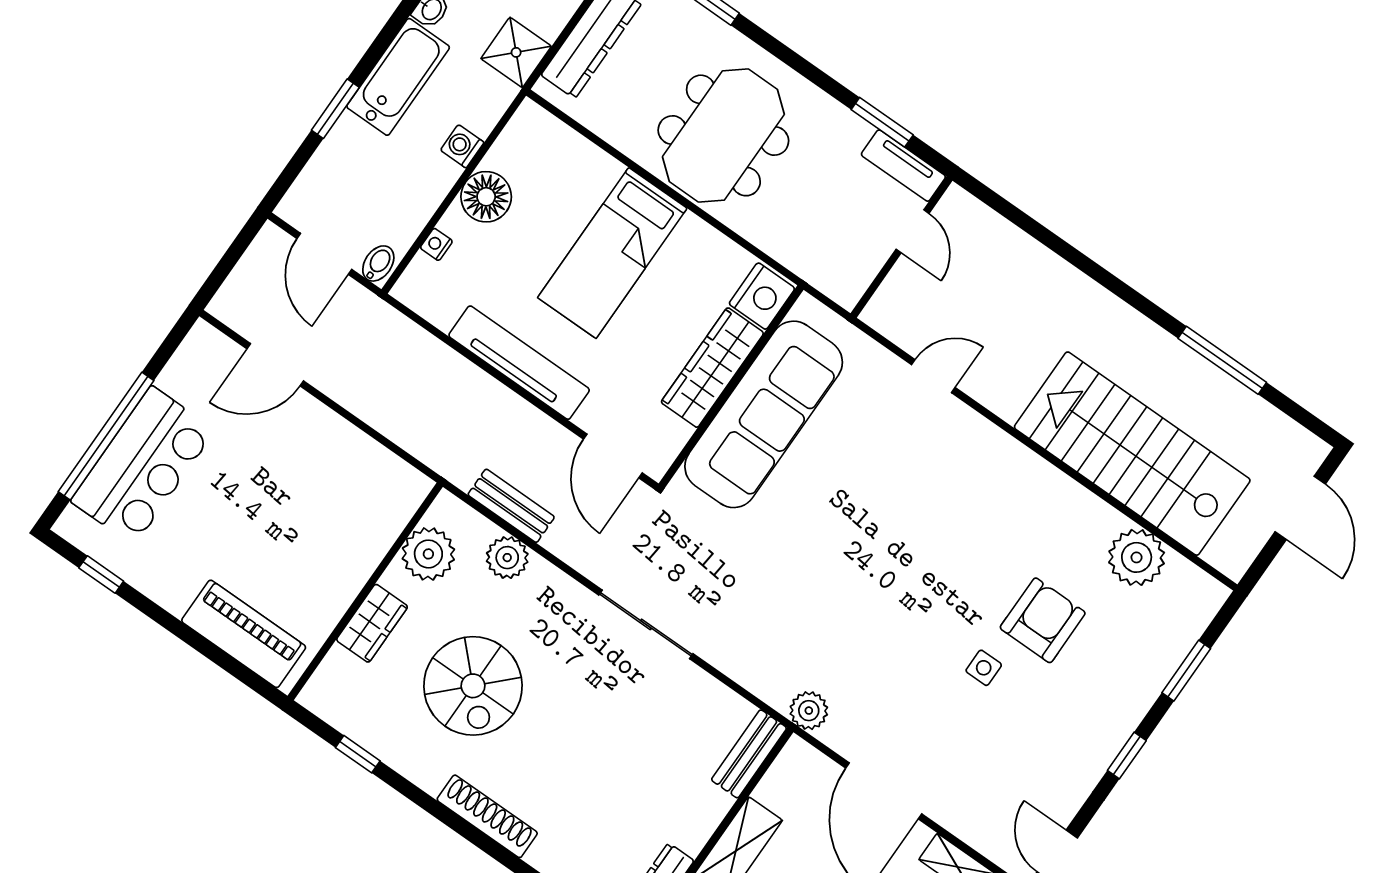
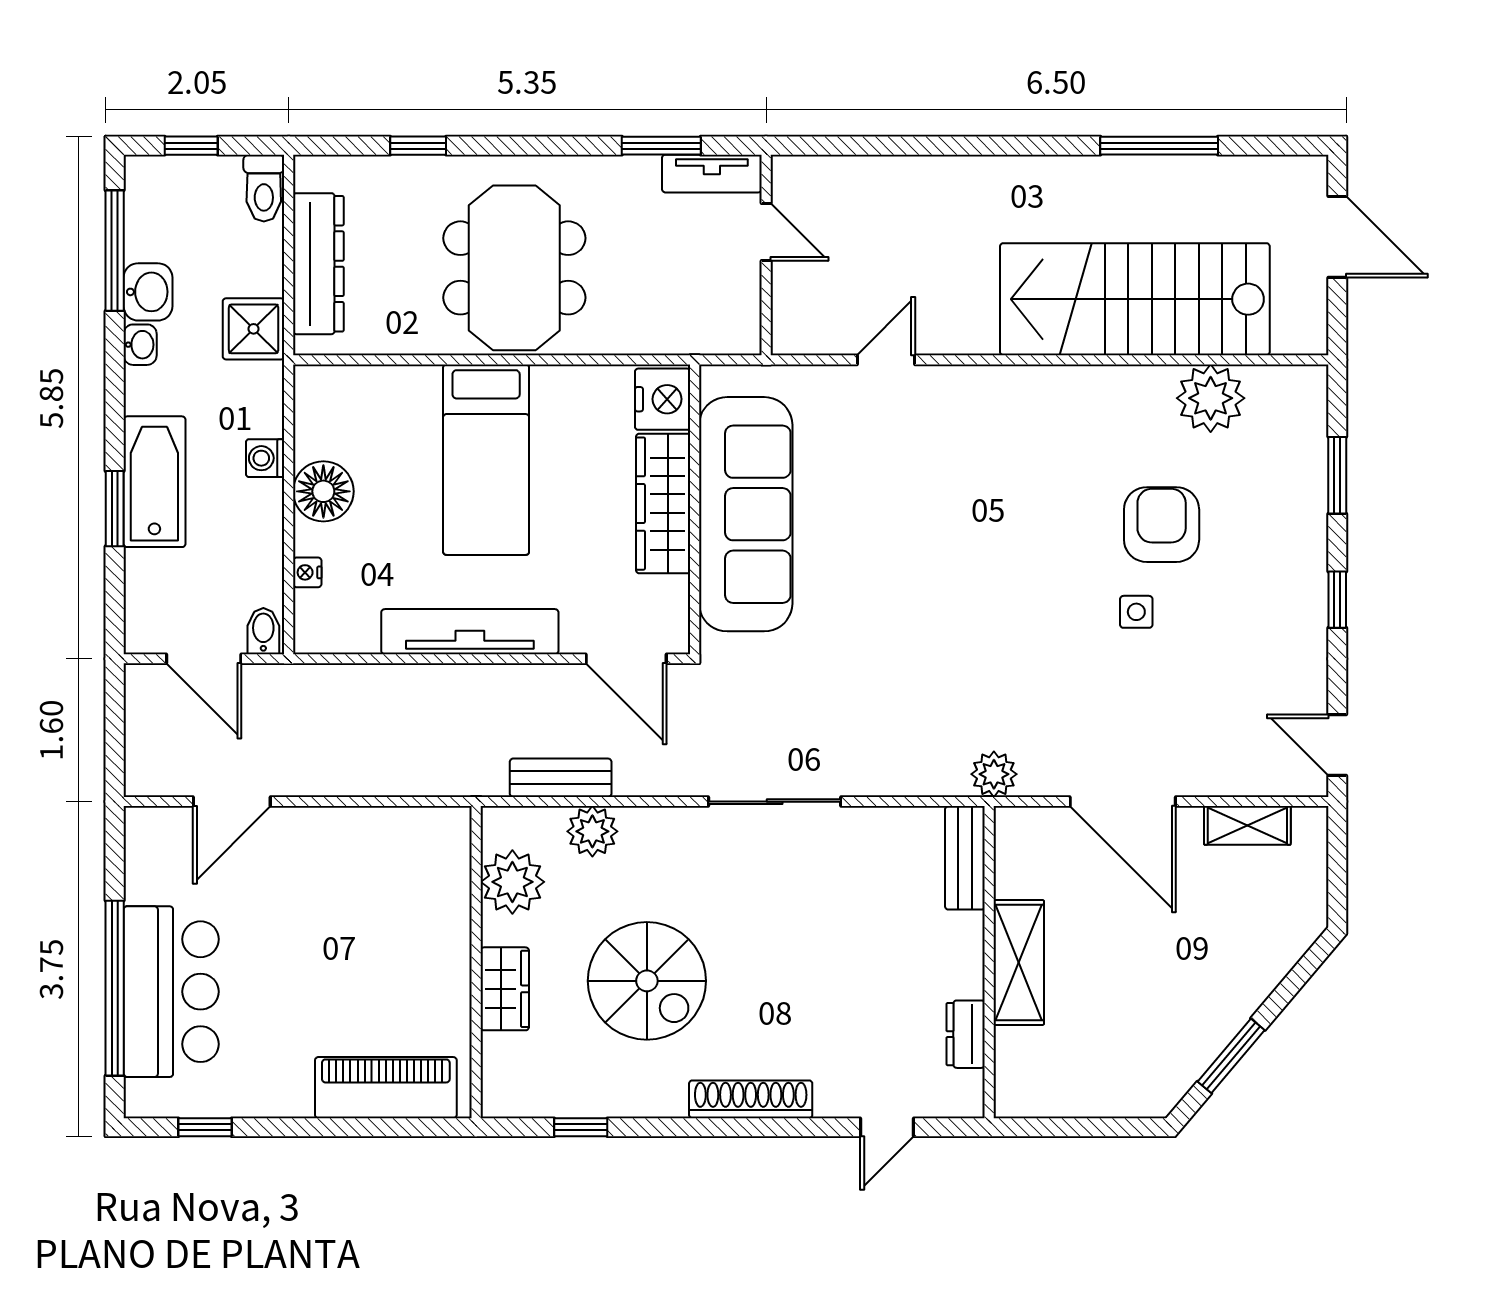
bathtub: (398, 77) -> (154, 482), moved

